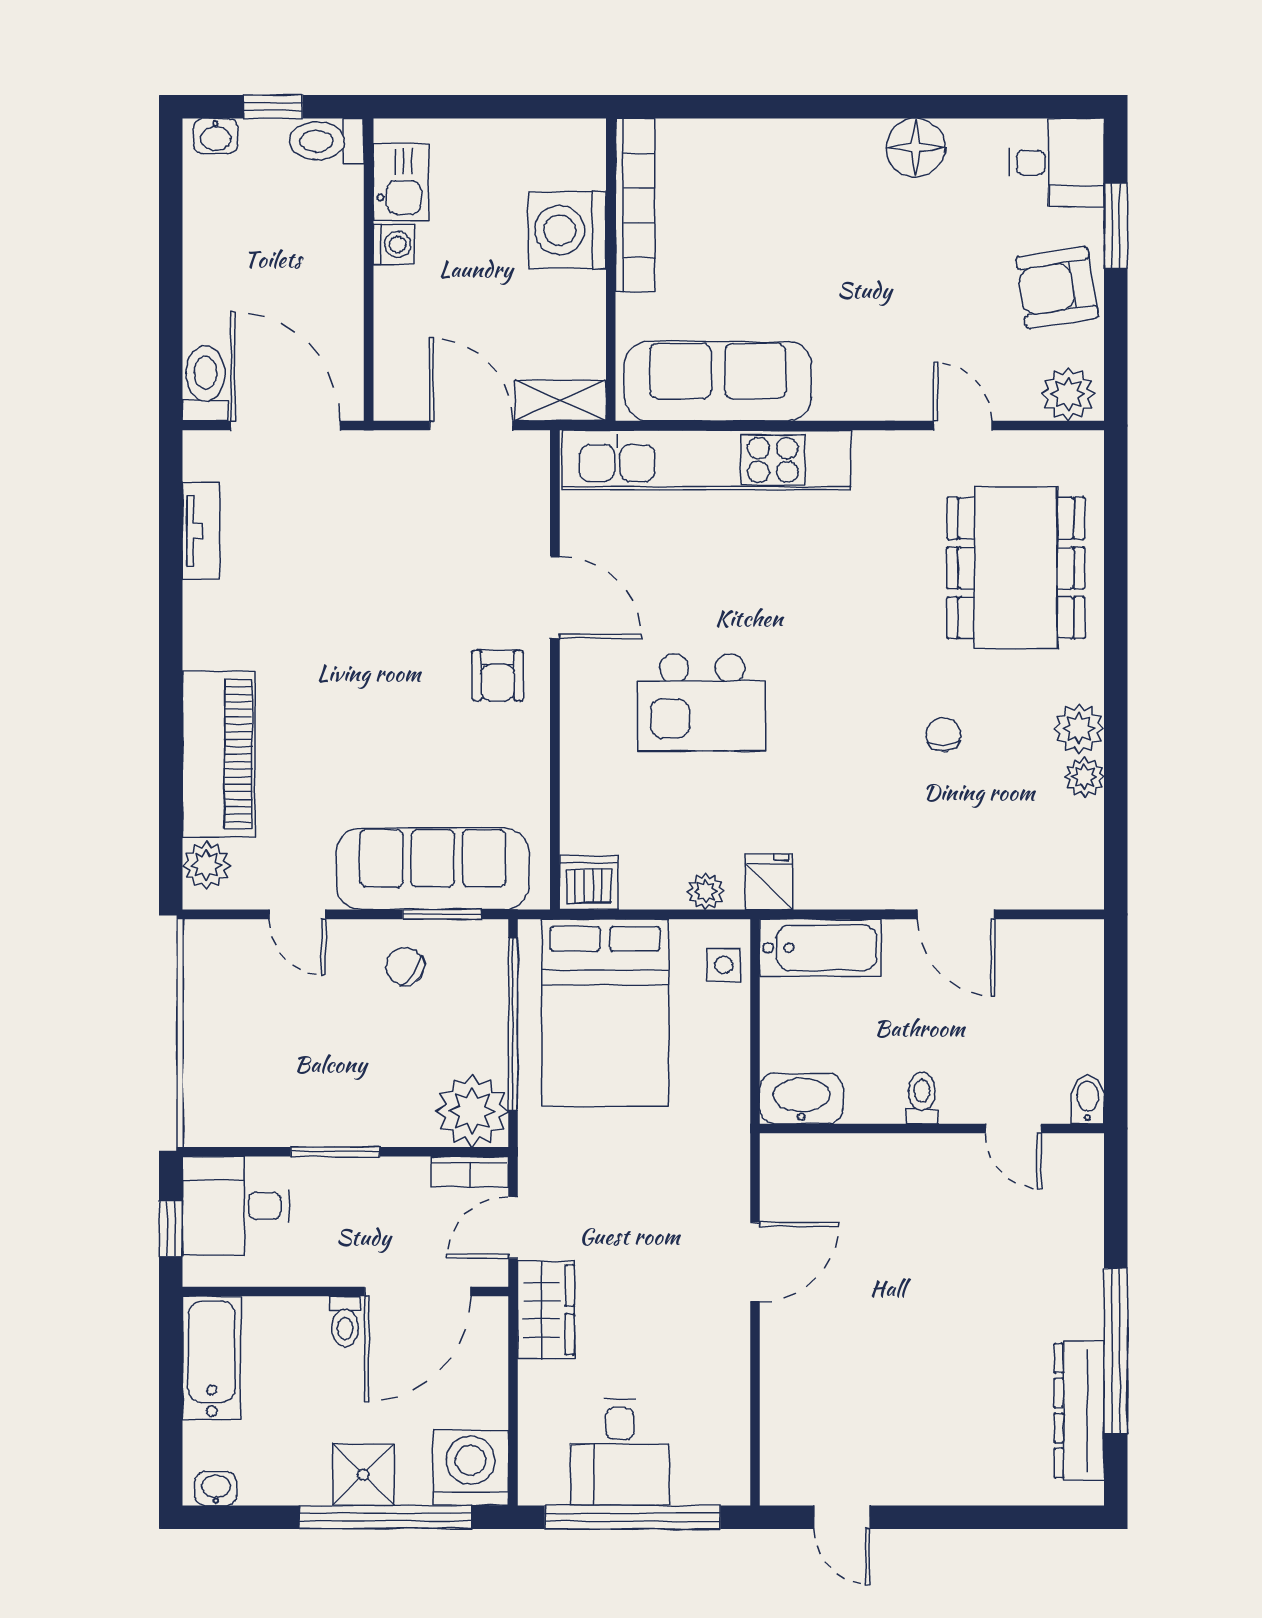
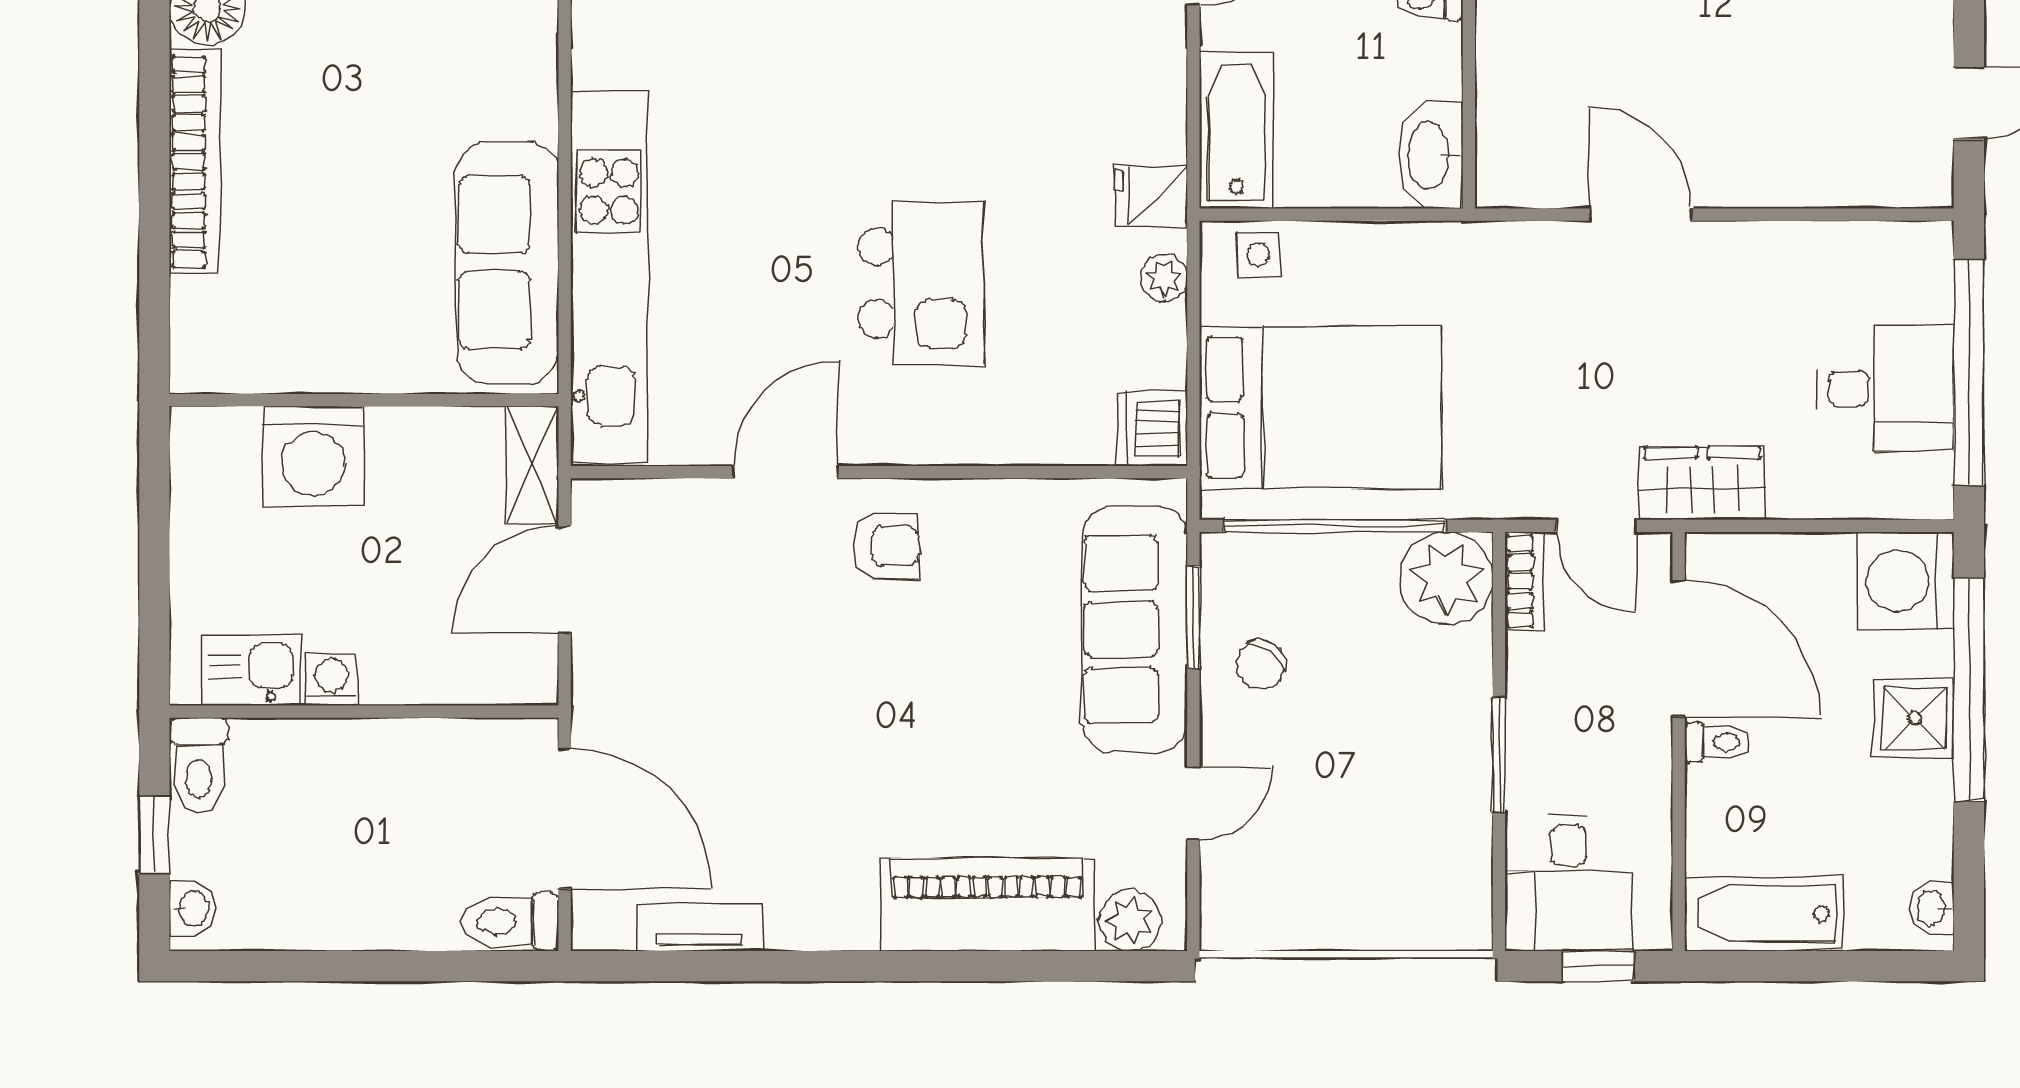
bookcase: (635, 205) -> (195, 162), moved, turned 90
door: (286, 426) -> (565, 819), swing flipped

